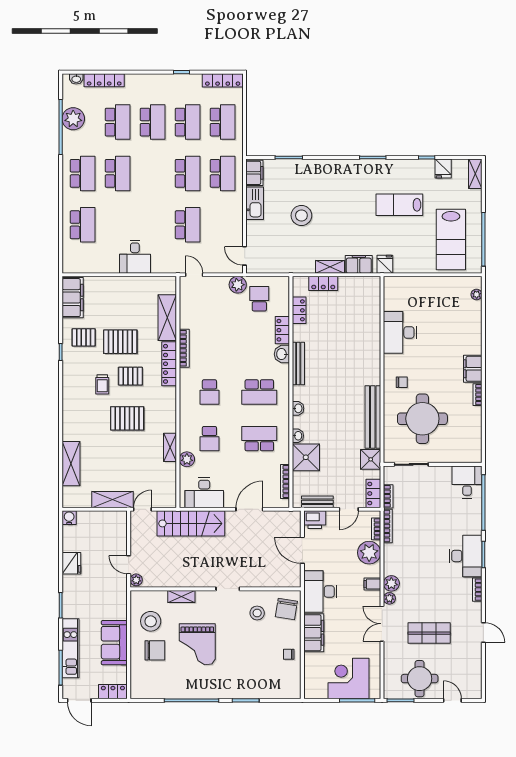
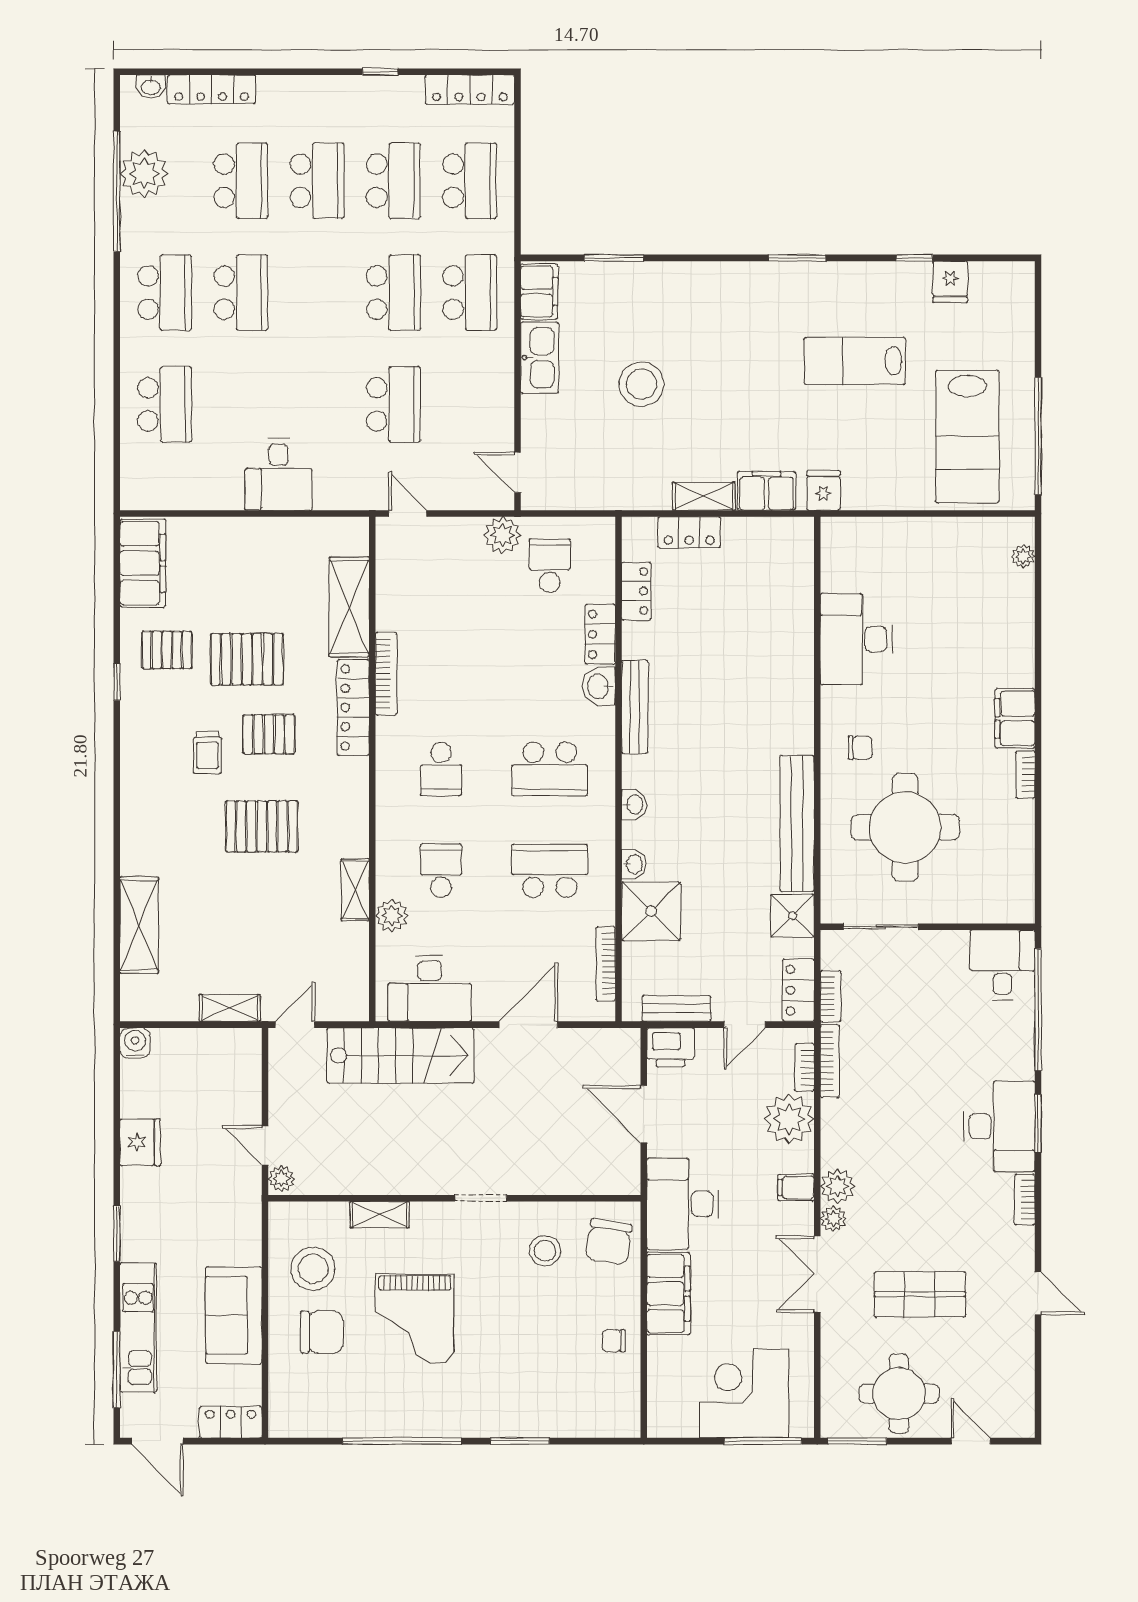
shelving: (475, 174) -> (1020, 293), removed
school desk: (209, 439) -> (441, 871), turned 180
shelving: (112, 500) -> (230, 1008), width x0.67, depth x0.75

